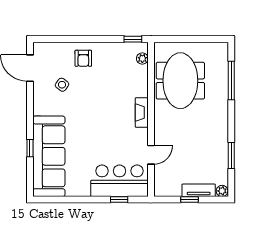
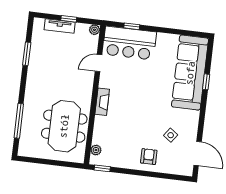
plant: (222, 191) -> (94, 30), moved

